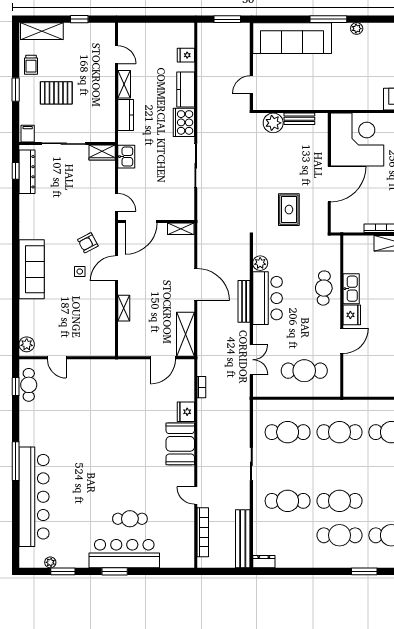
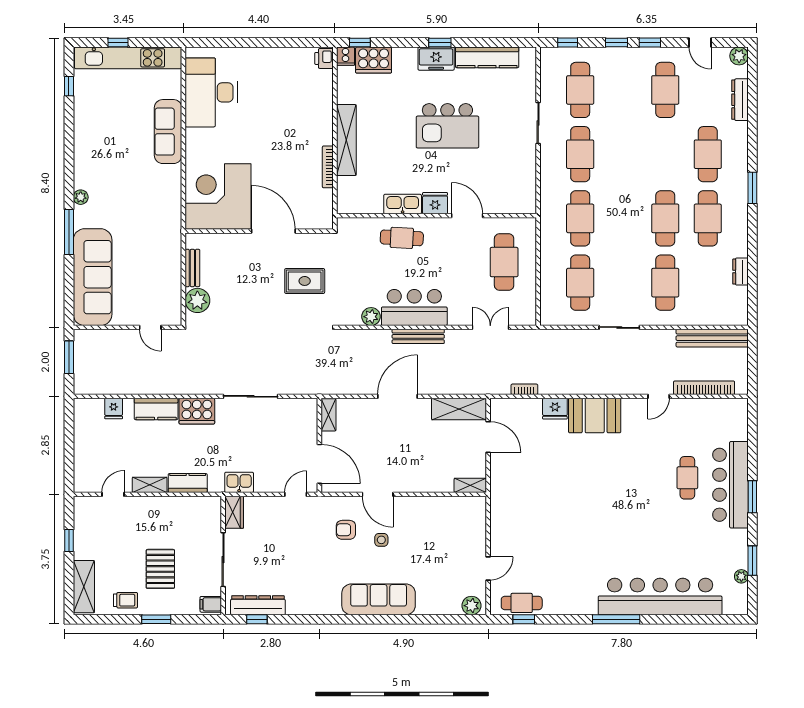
armchair: (88, 243) -> (346, 530), turned 118
shelving: (124, 308) -> (470, 485), moved
dresser: (264, 562) -> (740, 272), moved

